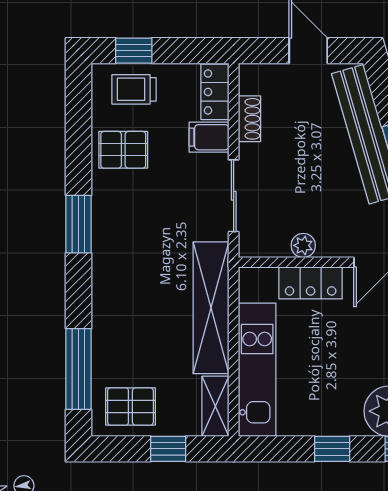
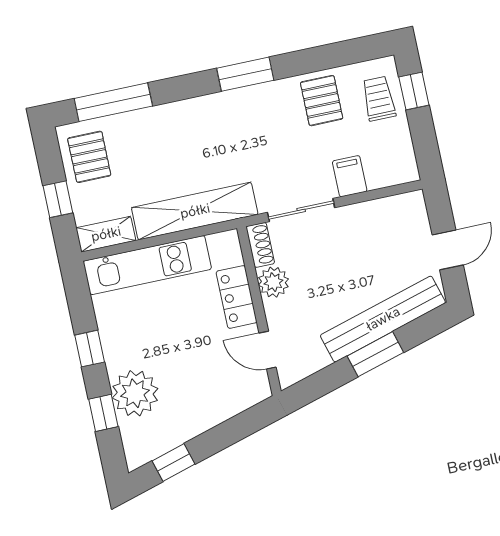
locker: (215, 92) -> (392, 173), removed
shoe rack: (249, 119) -> (260, 245), moved, turned -90
plant: (303, 245) -> (273, 282), width x1.38, depth x1.38

